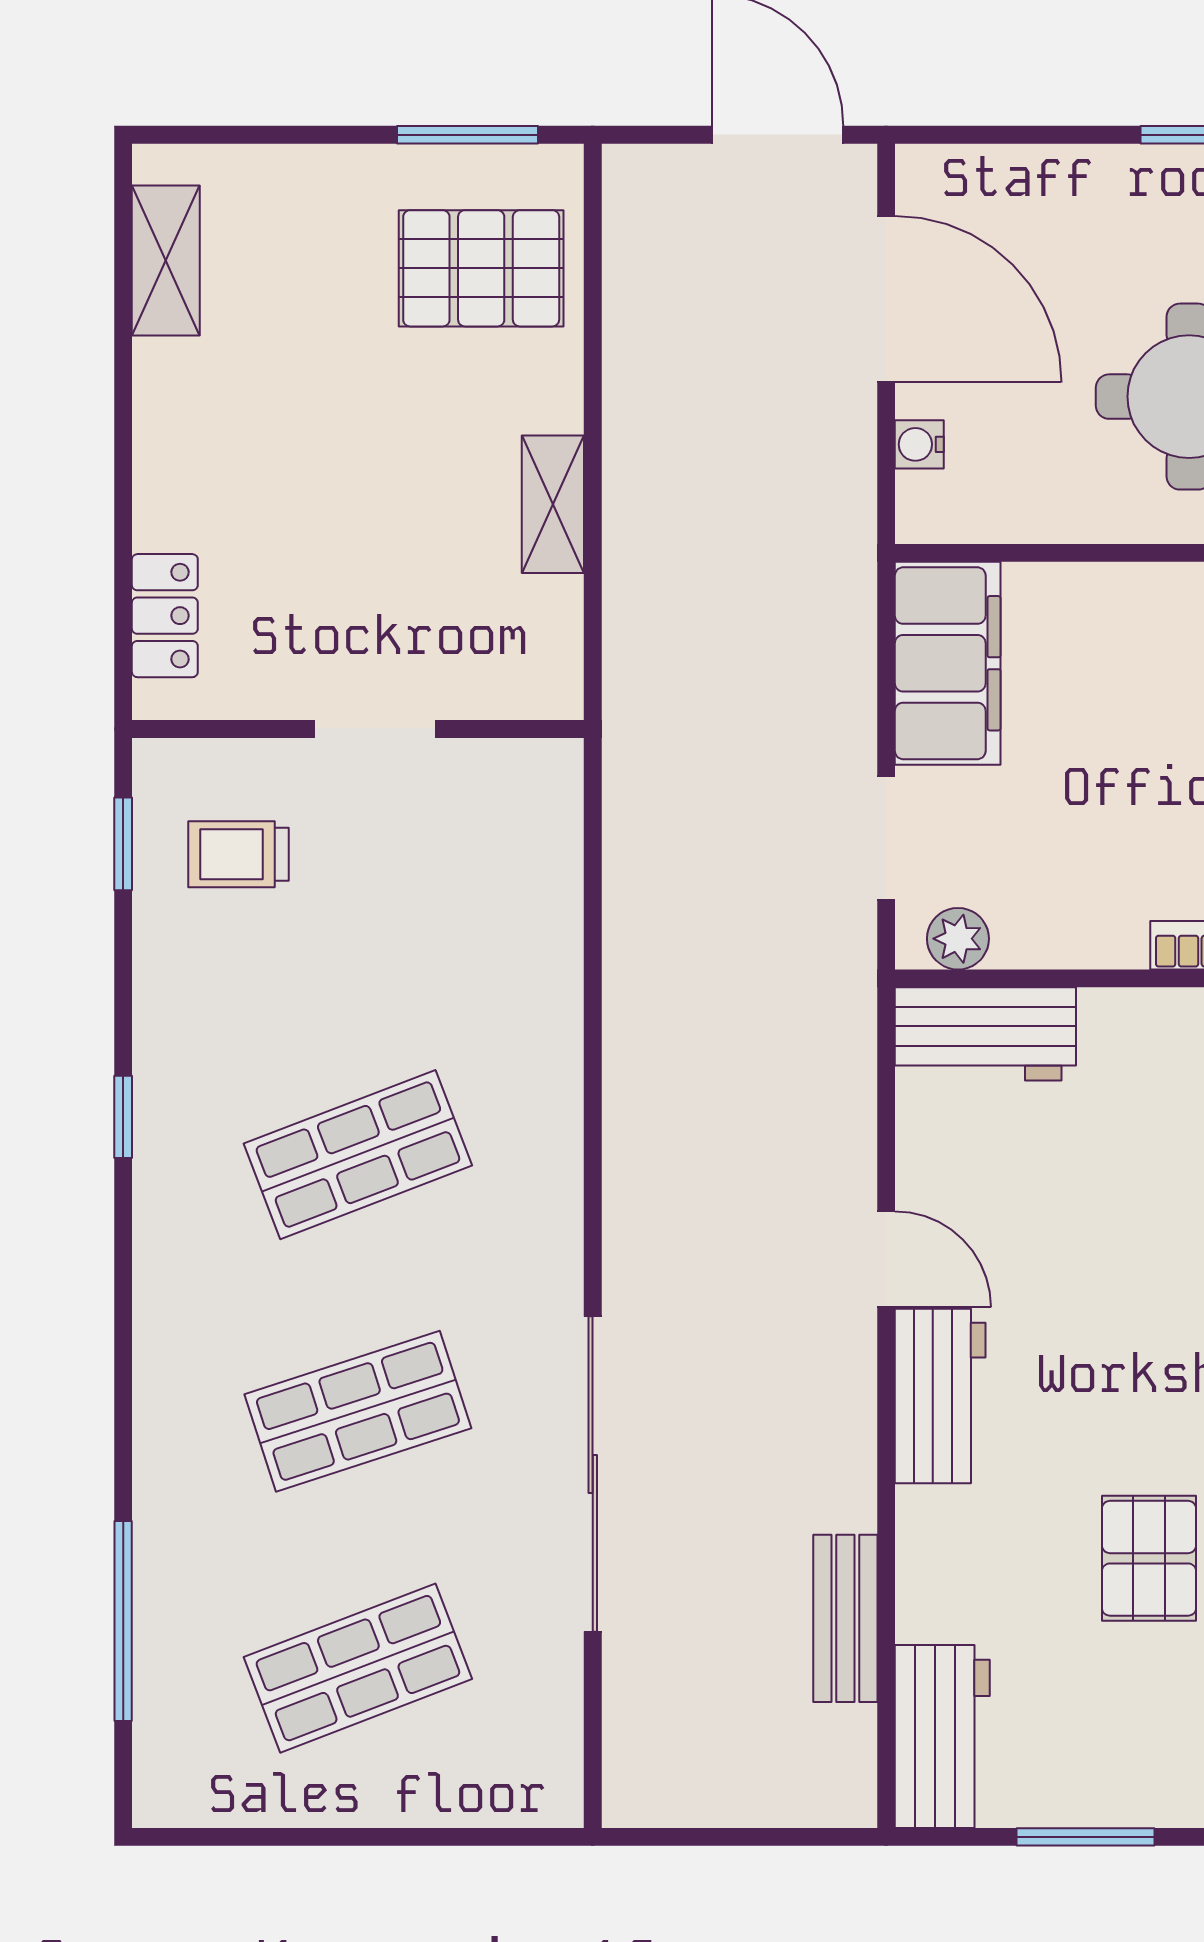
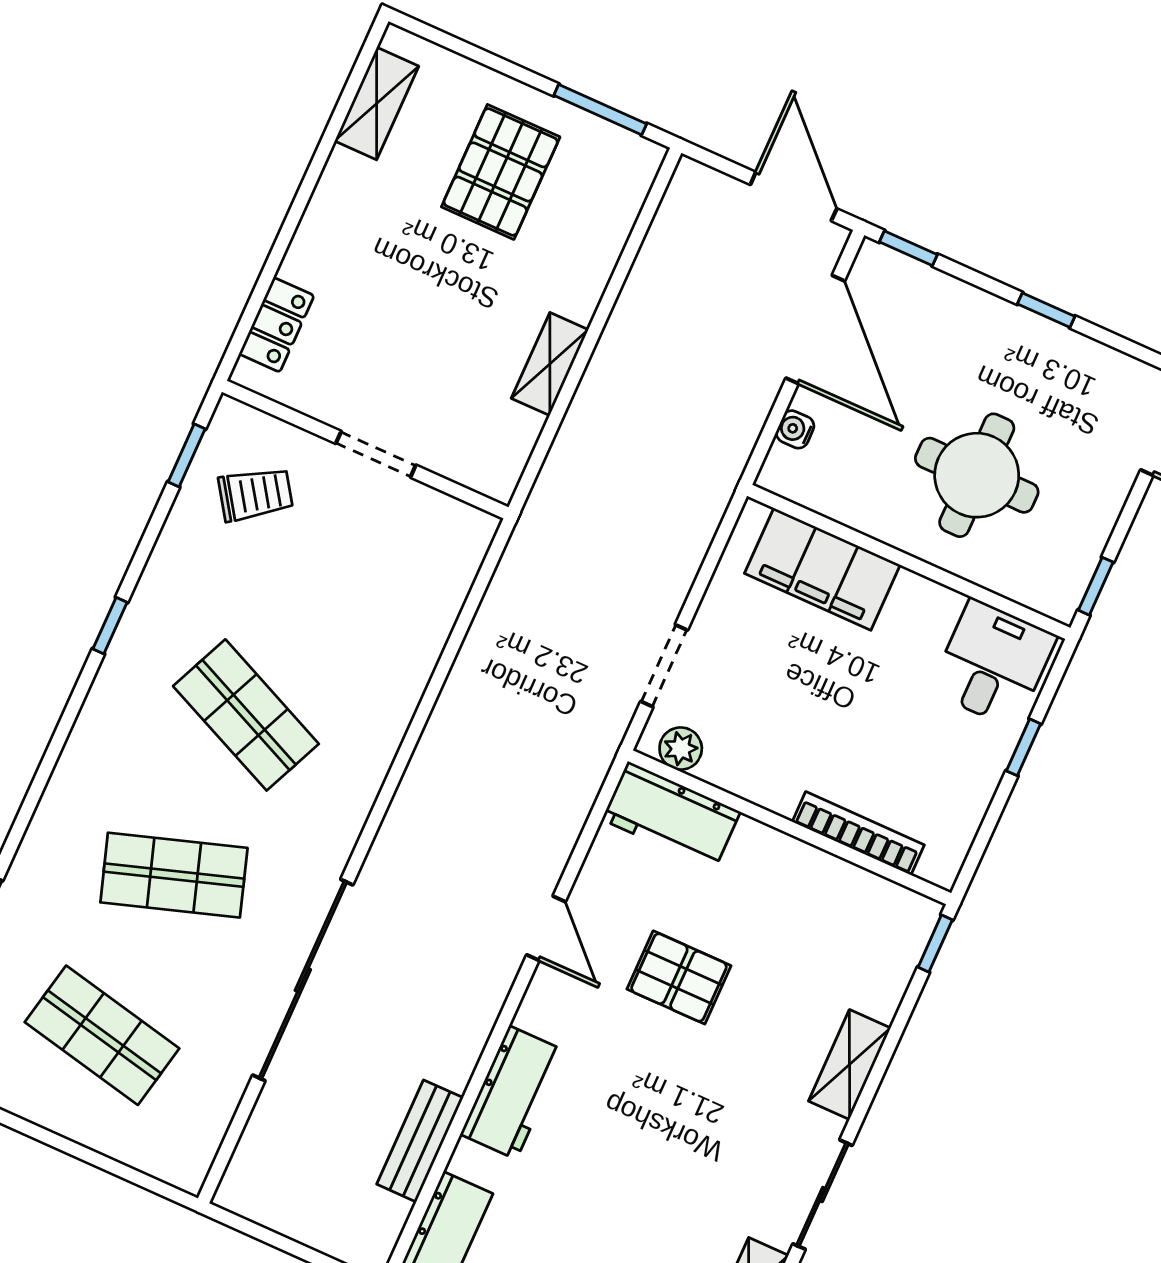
window: (962, 135) -> (908, 248), added
pallet: (481, 268) -> (501, 172), moved, turned 90
filing cabinet: (948, 663) -> (822, 569), moved, turned 90
trolley: (238, 854) -> (256, 494), turned 146
shop shelf: (358, 1155) -> (246, 715), turned 45
workbench: (940, 1396) -> (513, 1092), moved
pallet: (1149, 1558) -> (679, 977), moved, turned 90
shop shelf: (358, 1668) -> (102, 1035), turned 33

